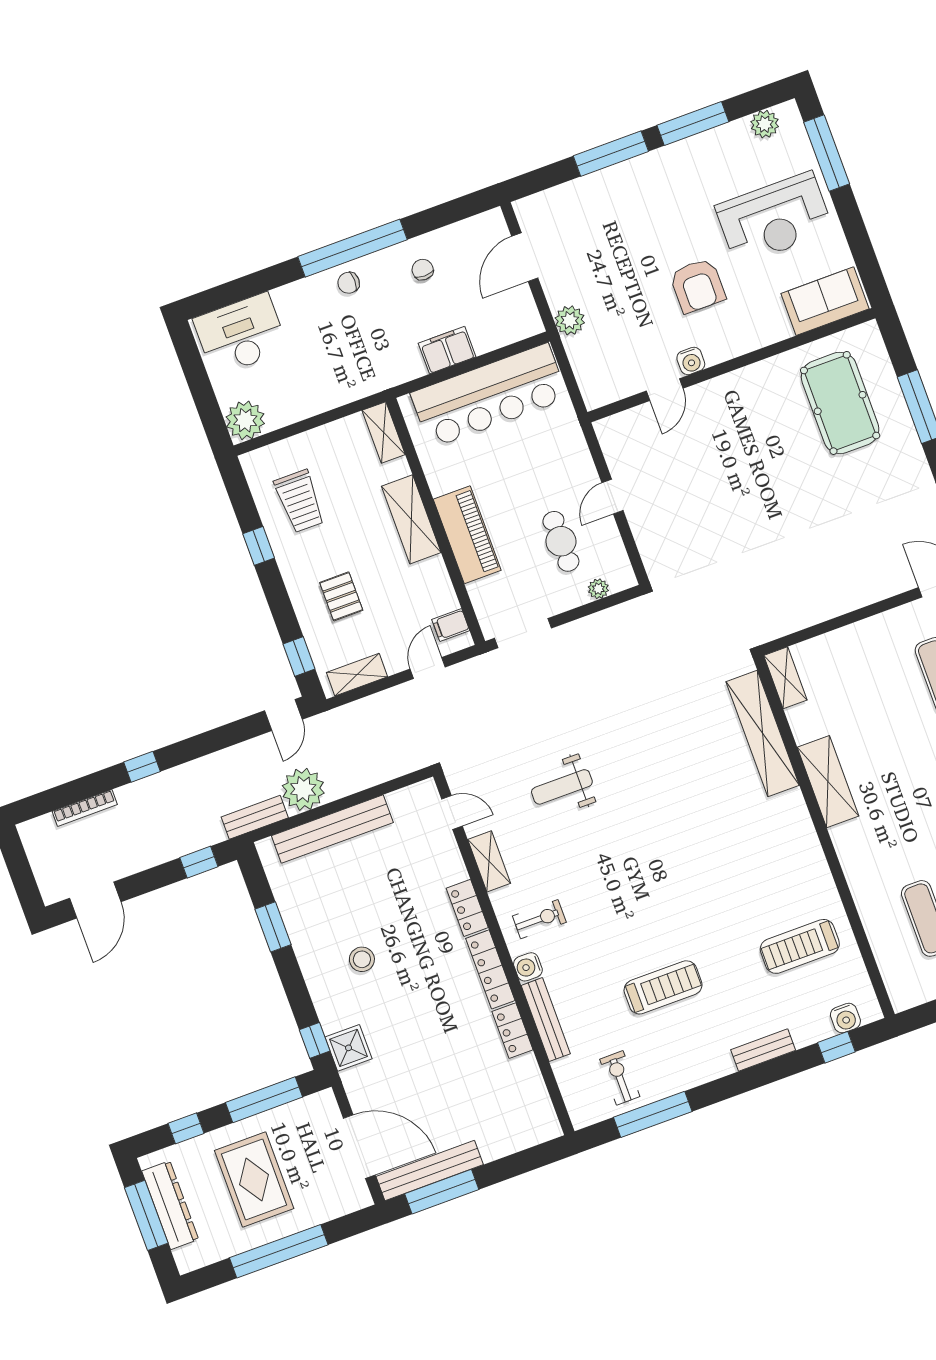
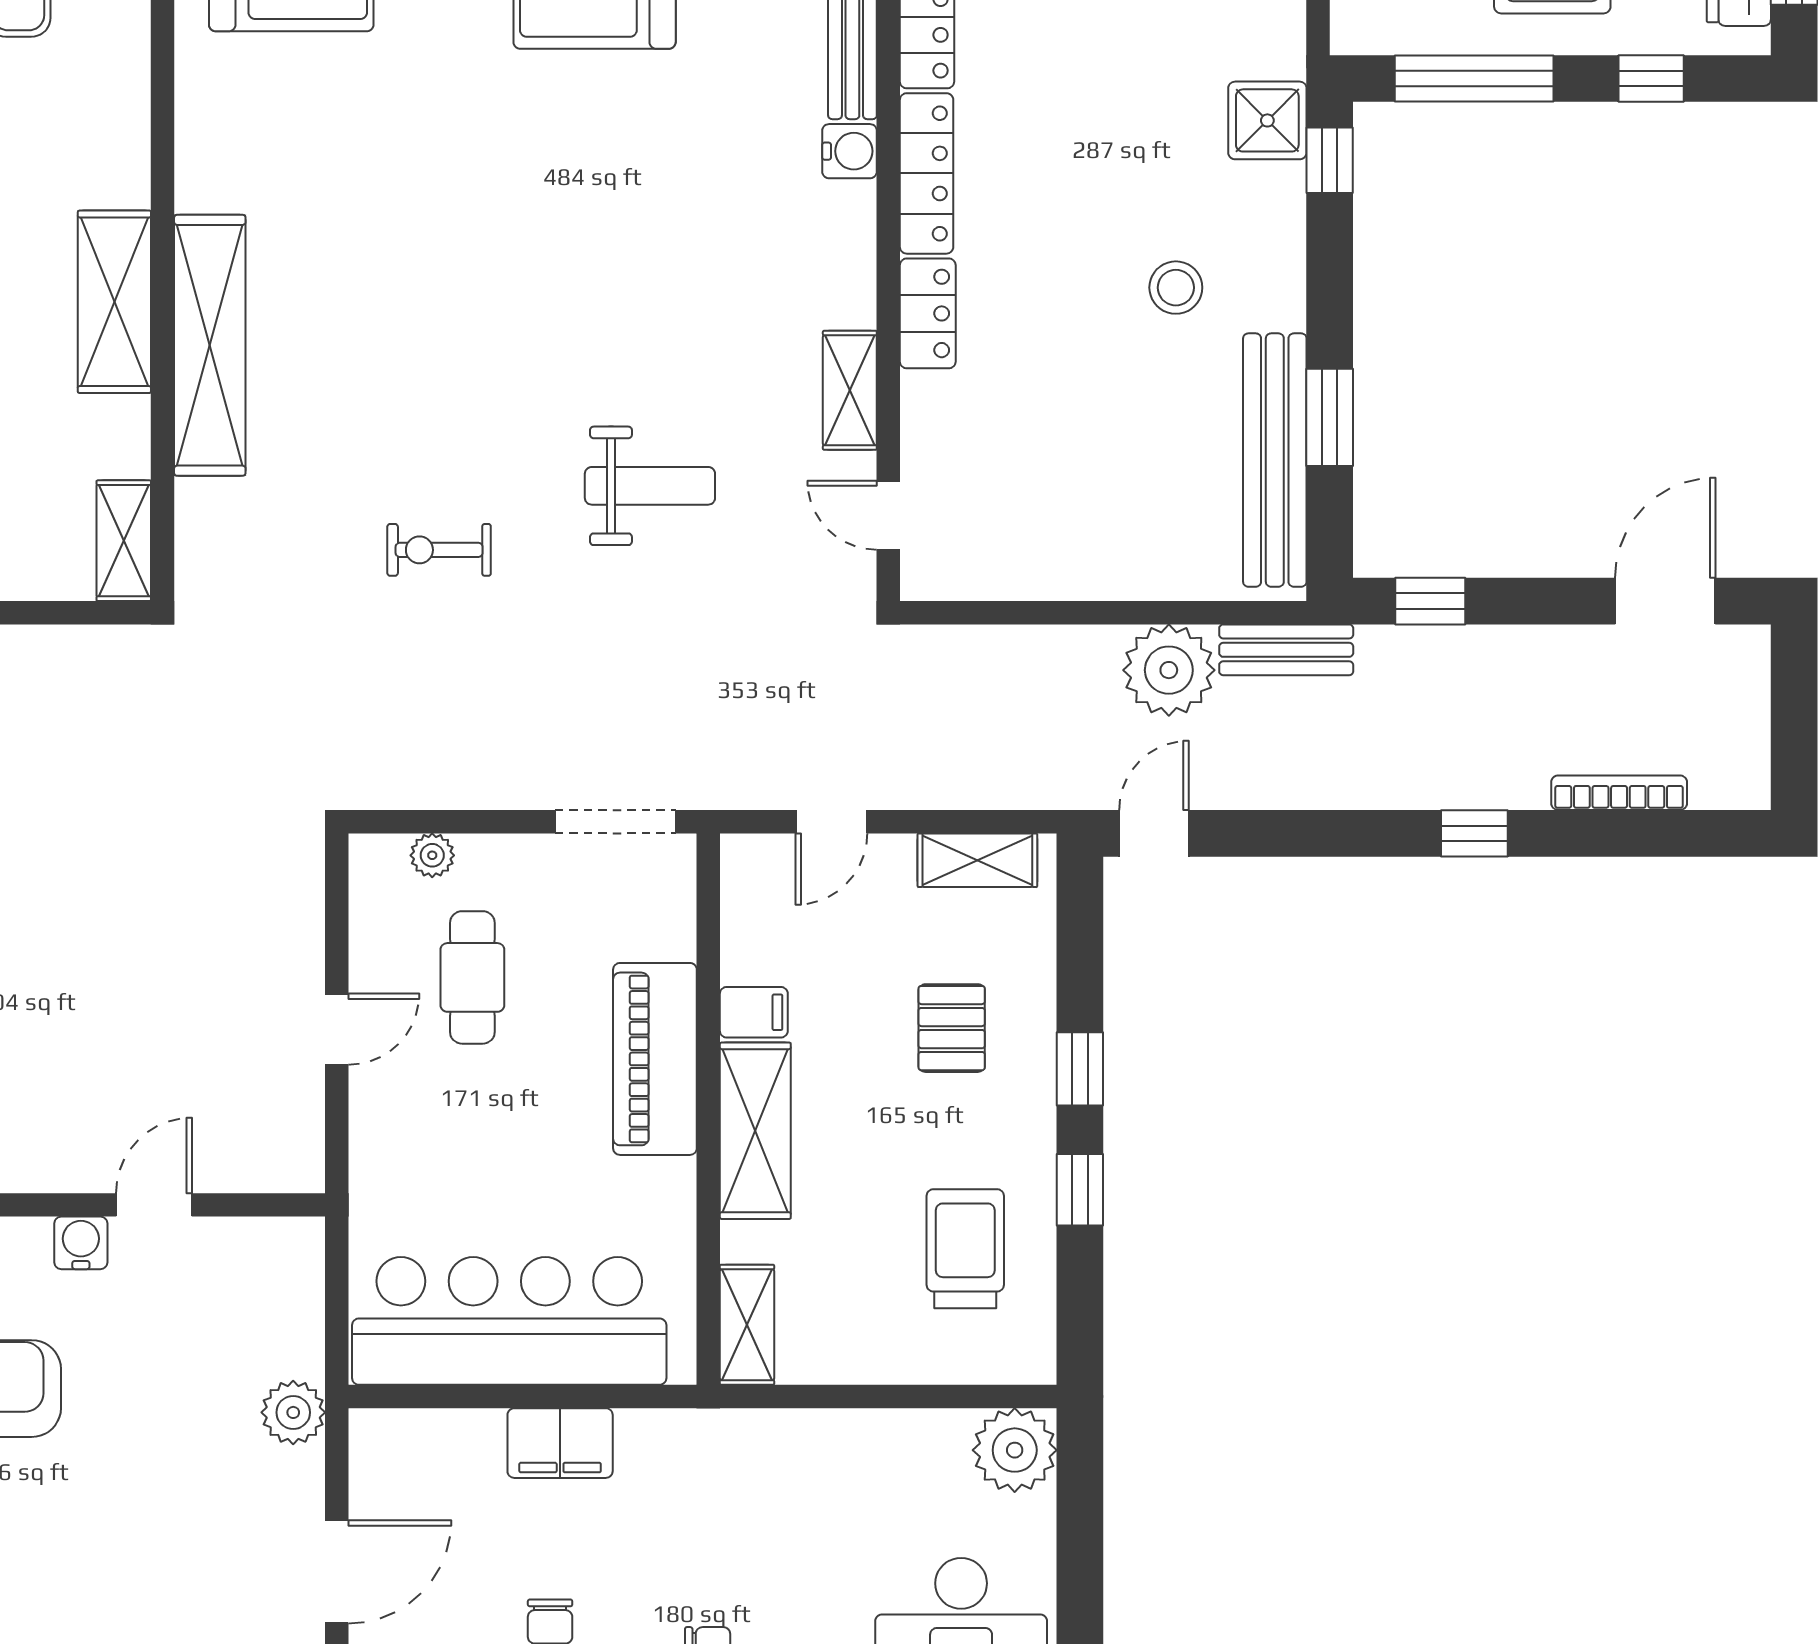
filing cabinet: (451, 625) -> (754, 1012), moved
window: (299, 657) -> (1080, 1069), moved
shelving: (763, 733) -> (210, 345), moved
bench: (332, 829) -> (1275, 460), moved, turned 90
exercise bike: (539, 919) -> (439, 550), moved

